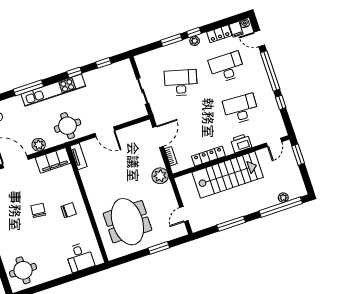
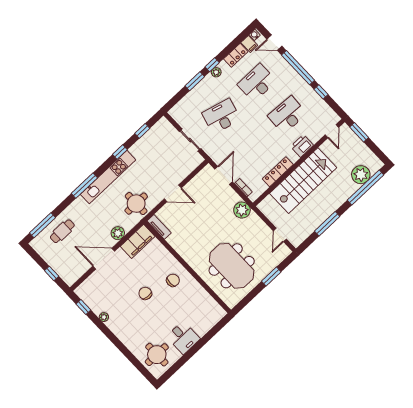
plant: (283, 198) -> (361, 175), width x1.87, depth x1.87
desk: (80, 257) -> (183, 338), moved

